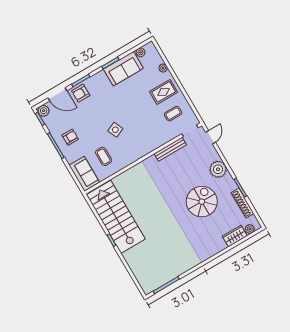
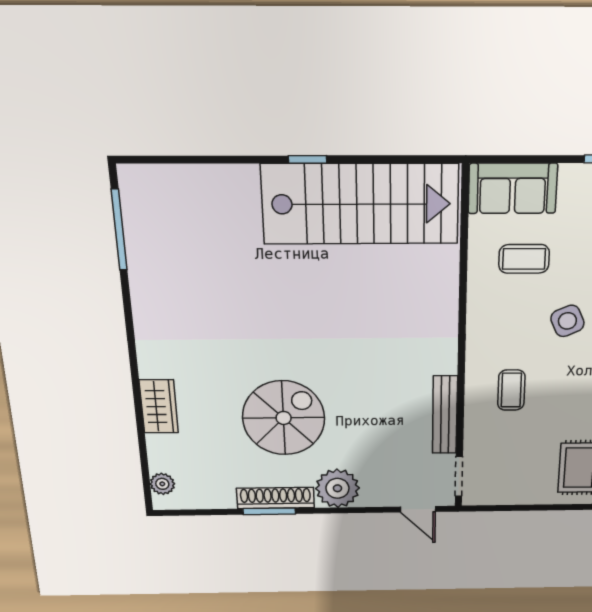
coffee table: (173, 114) -> (511, 390), moved
spiral stairs: (202, 202) -> (284, 418), turned -90
shoe rack: (242, 203) -> (275, 498), moved
wardrobe: (235, 236) -> (159, 406), moved

